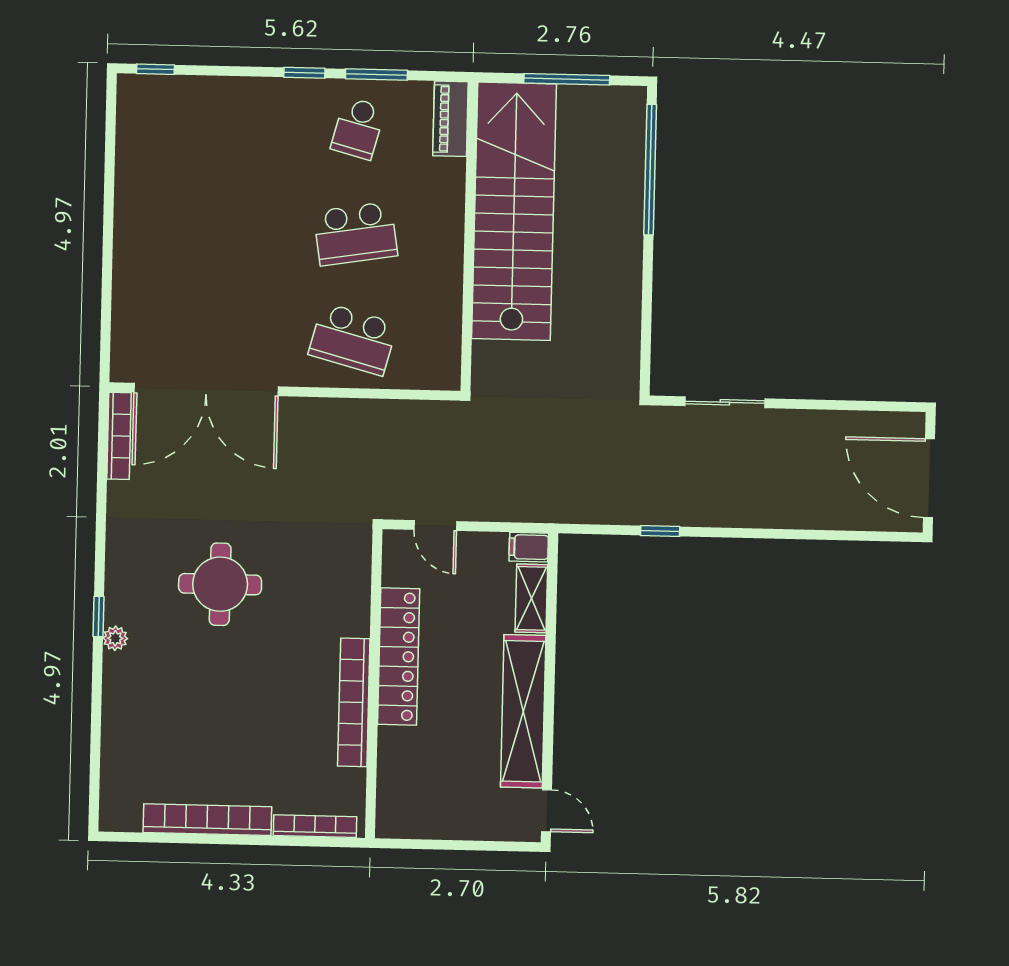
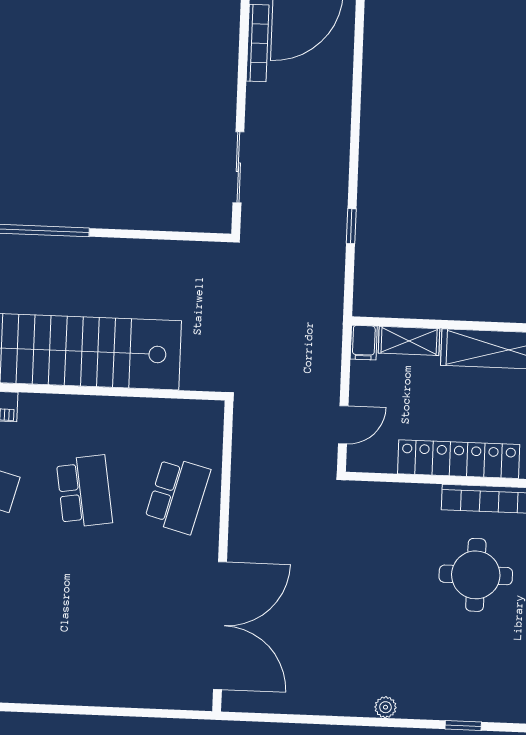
bookcase: (119, 436) -> (258, 43), moved, turned 90
round table: (220, 584) -> (476, 575), moved
window: (99, 617) -> (463, 726), moved
plant: (115, 638) -> (386, 707), moved

